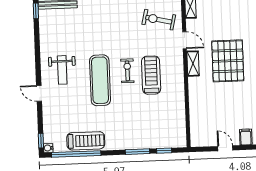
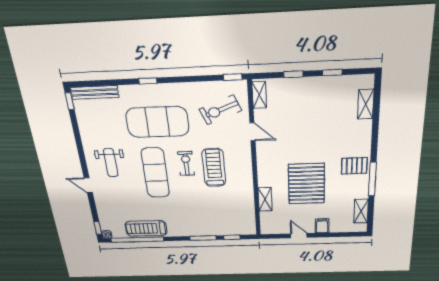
exercise bike: (159, 20) -> (220, 110), turned -35
exercise mat: (106, 30) -> (157, 122), added
pallet: (228, 61) -> (306, 184), moved
shelving: (193, 64) -> (265, 199), moved
treadmill: (86, 141) -> (146, 228), turned 180

